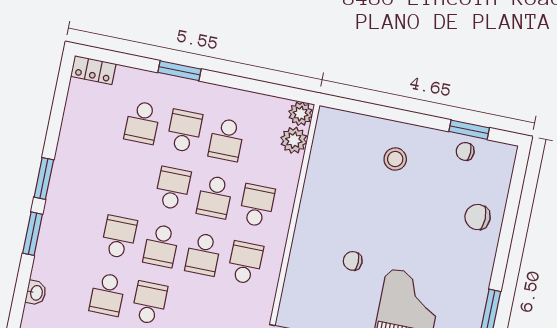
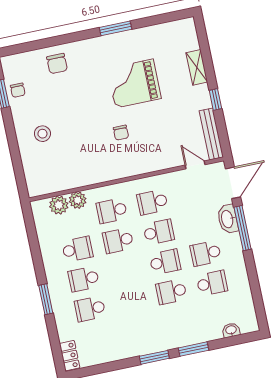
plant: (301, 114) -> (78, 200), moved
school desk: (142, 122) -> (90, 309), turned 180
school desk: (173, 188) -> (124, 270), removed
school desk: (215, 197) -> (118, 241), turned 180

